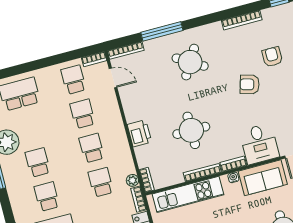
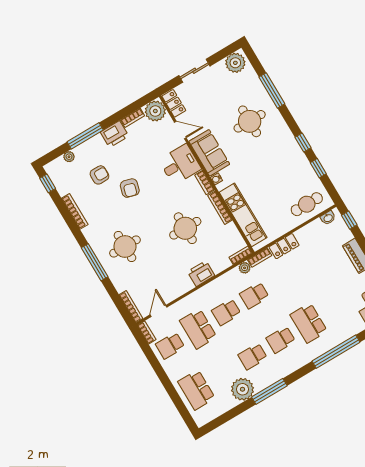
window: (162, 31) -> (95, 262), moved
armchair: (272, 57) -> (99, 175), turned 180
round table: (190, 62) -> (125, 247), turned -31
school desk: (83, 114) -> (198, 329), width x1.85

